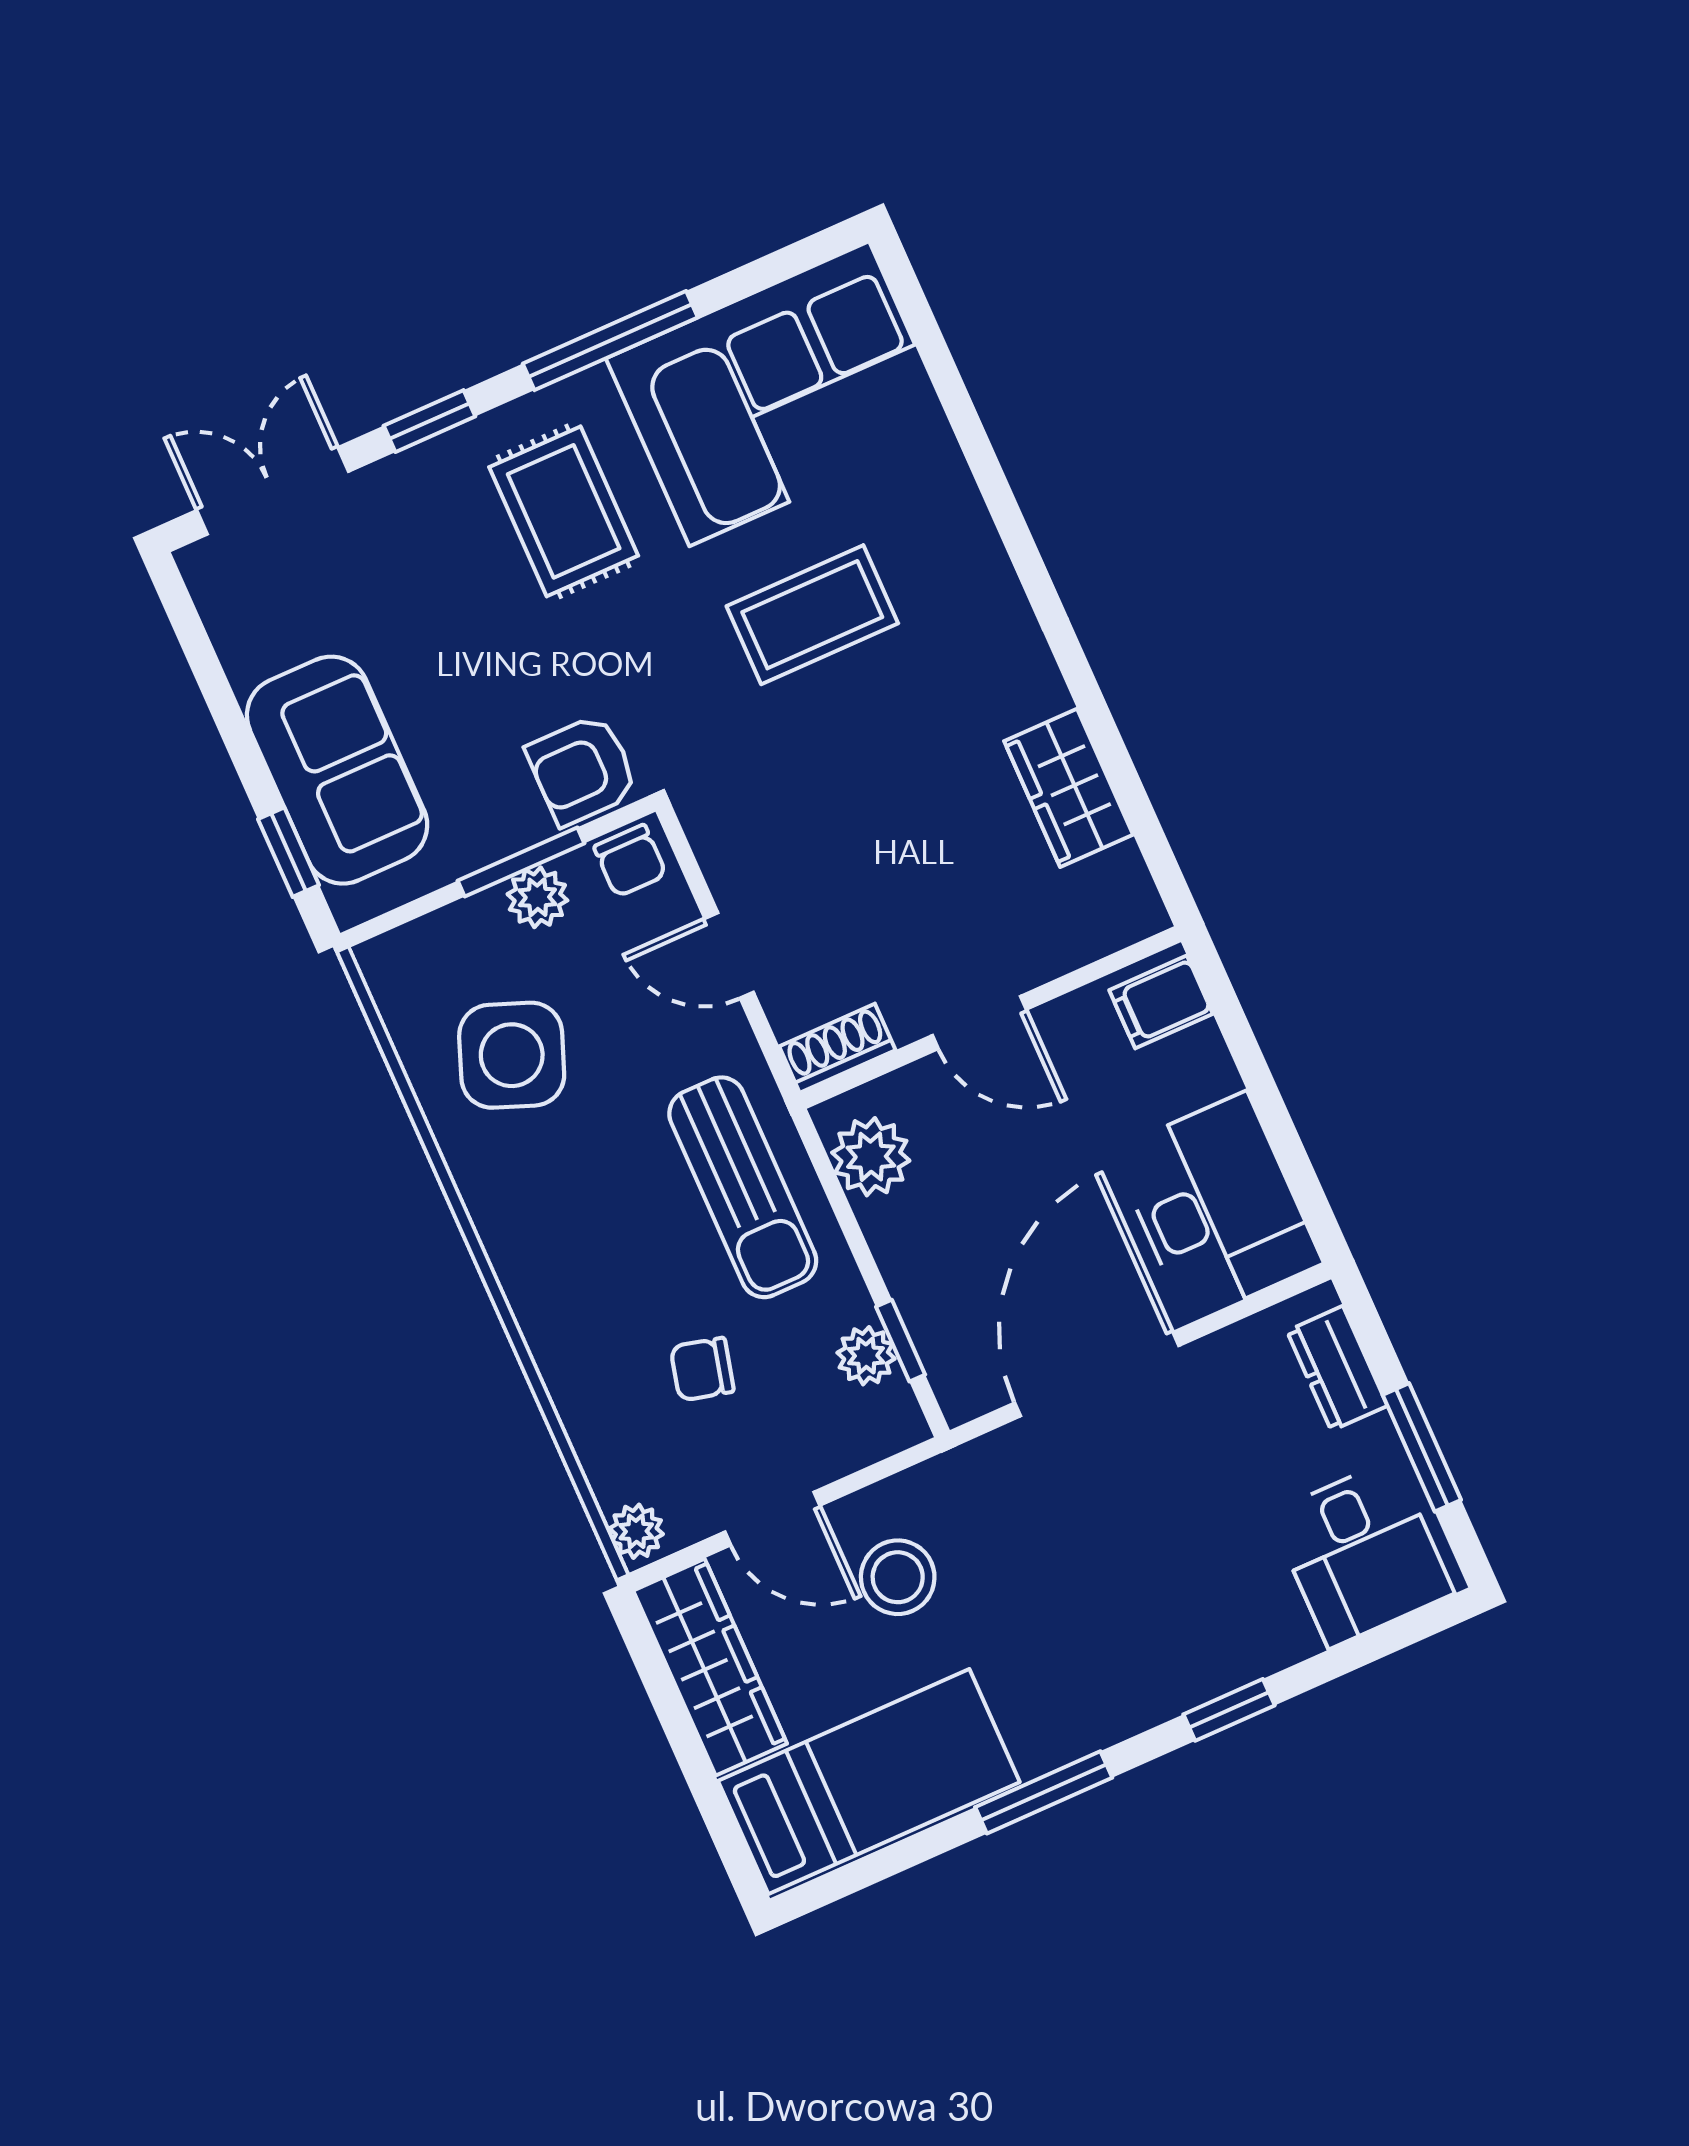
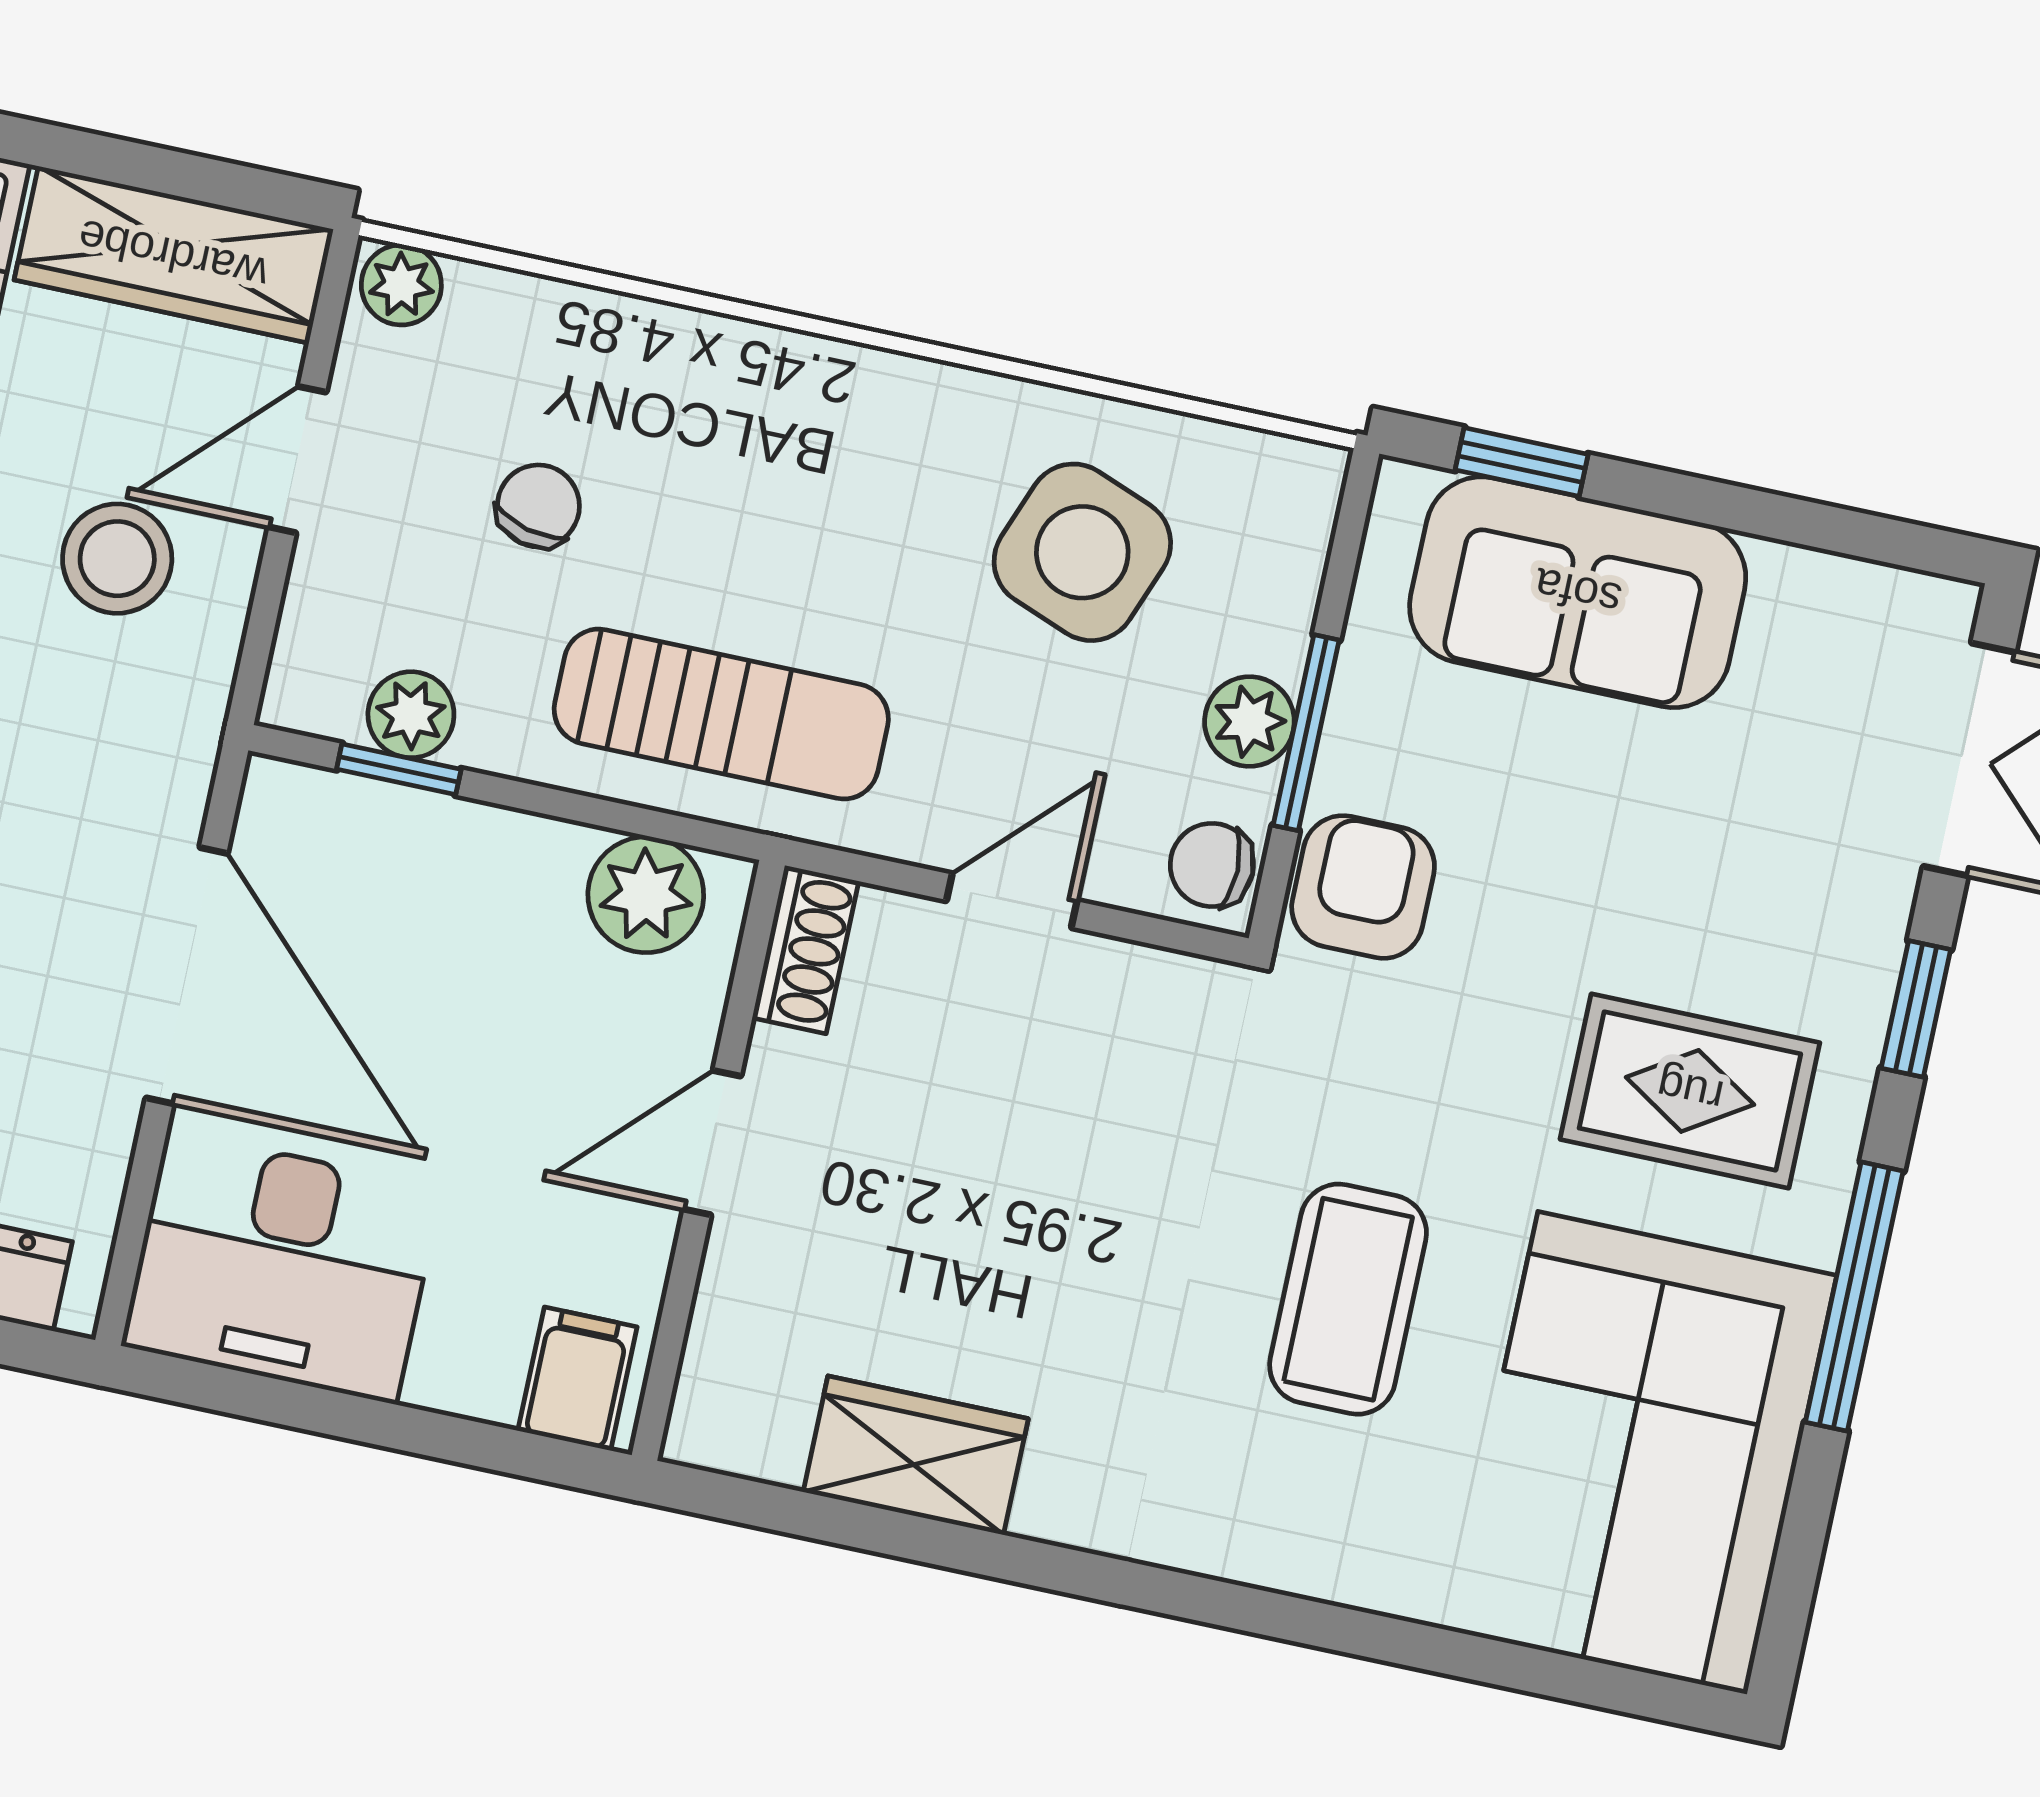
sun lounger: (743, 1187) -> (721, 714), turned 180

